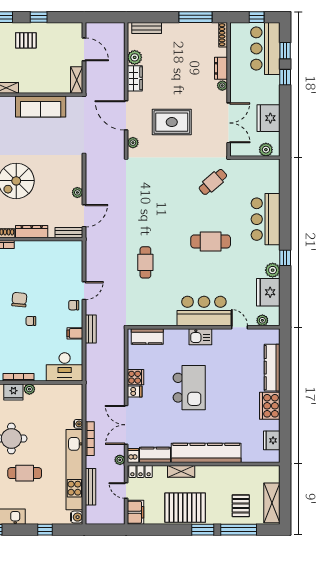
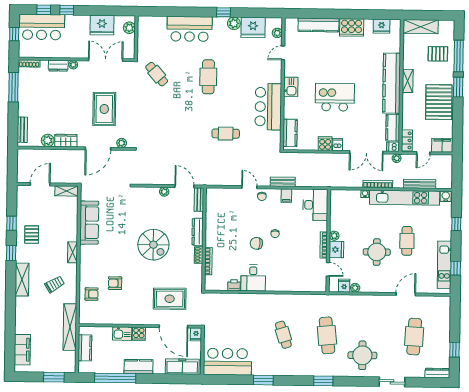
bar counter: (204, 311) -> (268, 107), moved
shelving: (181, 471) -> (408, 81), moved
shelving: (272, 503) -> (421, 27), moved

